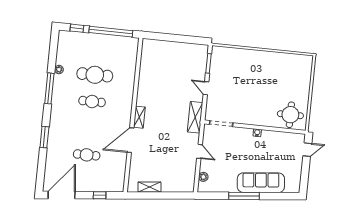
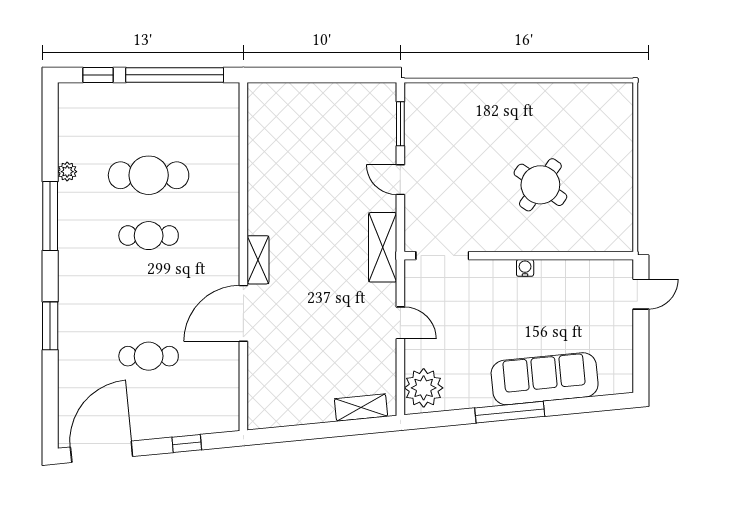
round table: (290, 115) -> (540, 185), moved, turned 35
plant: (203, 177) -> (424, 388), width x1.87, depth x1.87
shelving: (149, 187) -> (361, 408), moved

